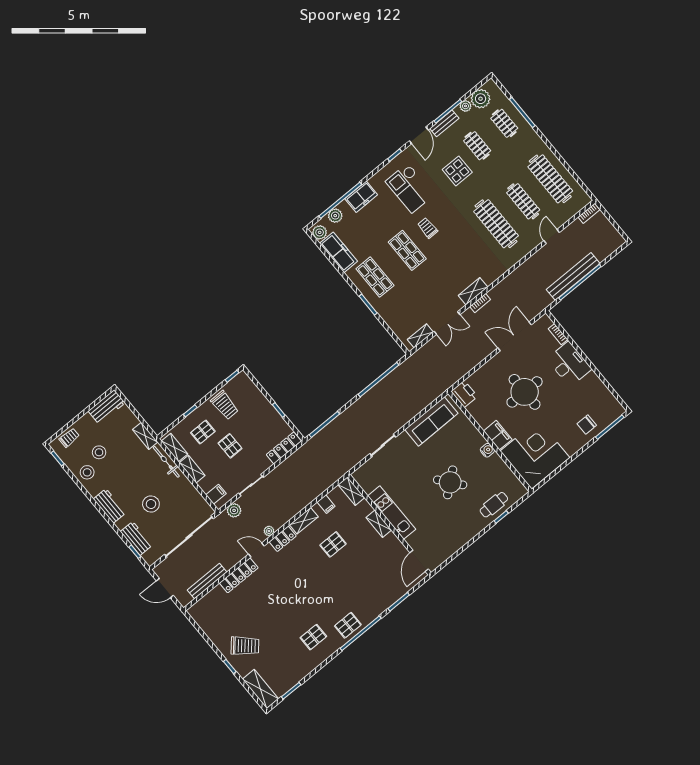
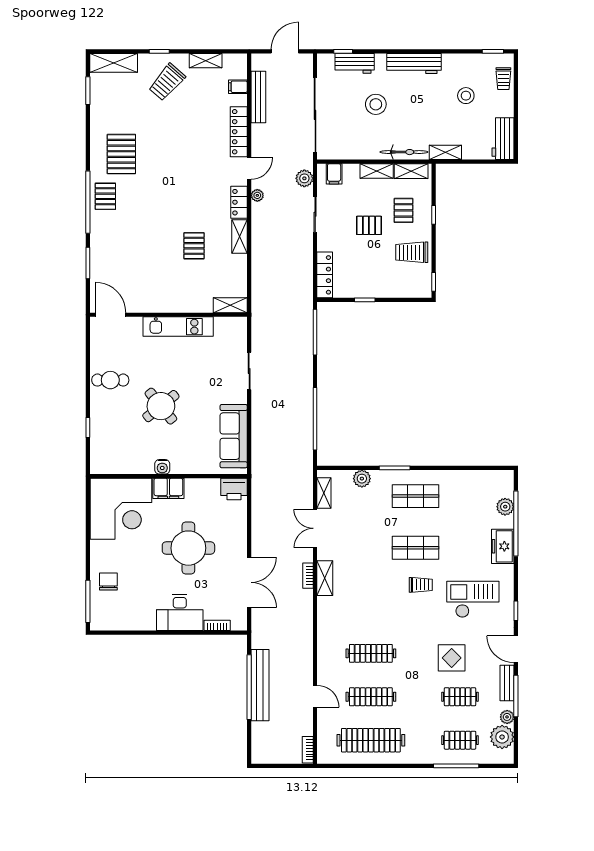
clothes rail: (496, 224) -> (371, 653), width x0.73, depth x0.76
plant: (320, 232) -> (362, 479), moved
freezer: (338, 252) -> (468, 481), removed
stool: (87, 472) -> (456, 69), removed
filing cabinet: (326, 504) -> (238, 87), moved
cafe table: (494, 505) -> (110, 380), moved, turned 90
workbench: (110, 506) -> (414, 63), width x1.38
shelving: (379, 524) -> (206, 61), moved
pallet: (313, 637) -> (121, 154), width x1.50, depth x1.42

